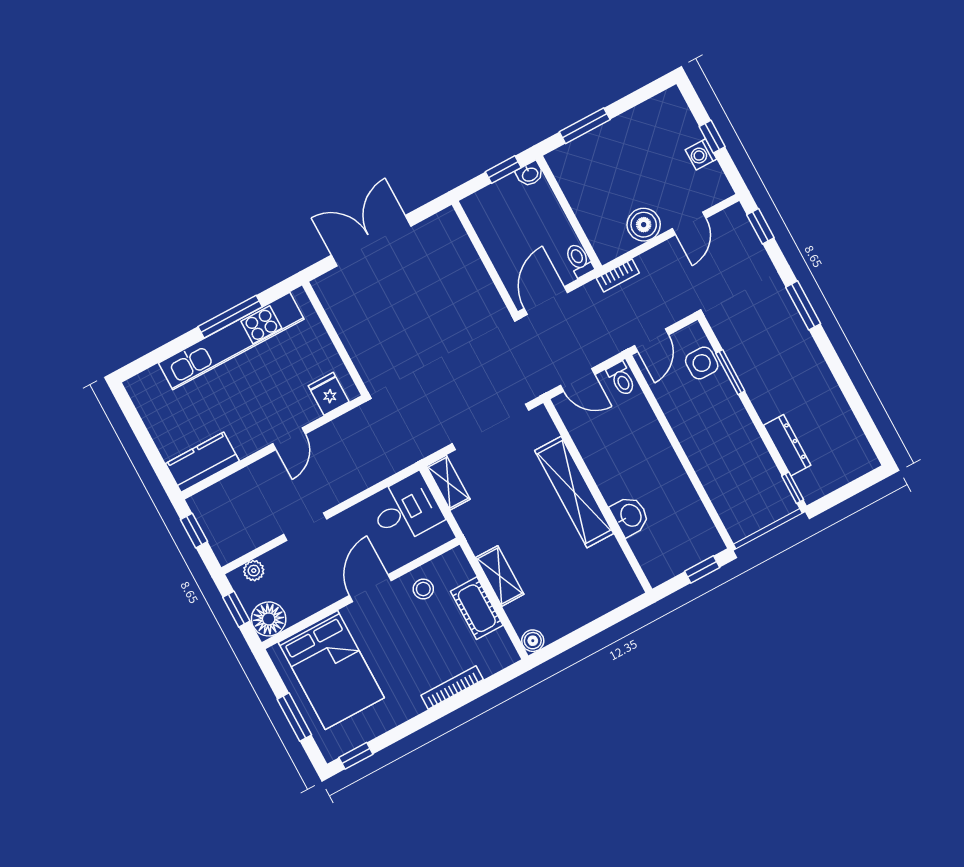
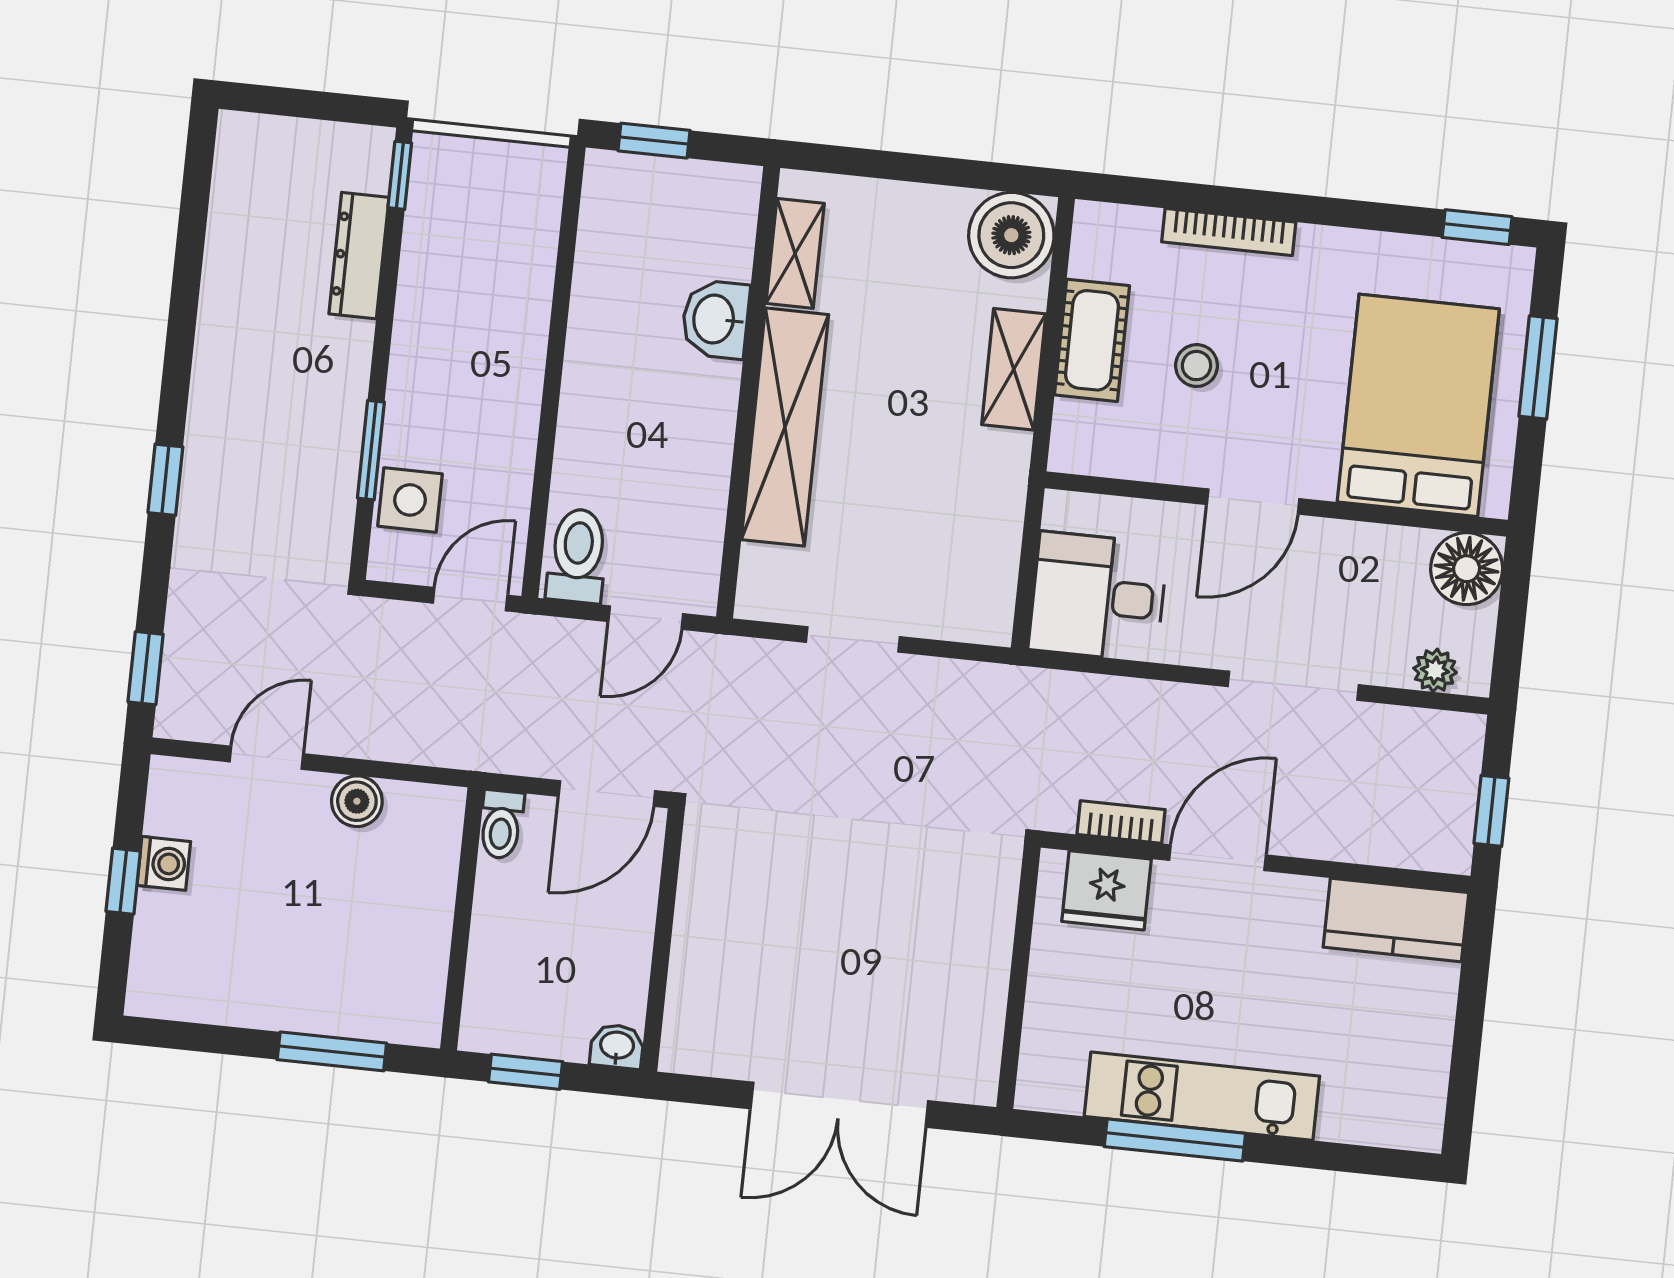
washbasin: (530, 174) -> (617, 1046), moved
boiler: (644, 225) -> (357, 801), width x0.73, depth x0.73
bookcase: (618, 275) -> (1121, 822), moved
window: (803, 305) -> (165, 480), width x0.67
kitchen unit: (231, 341) -> (1202, 1096), width x0.73
toilet: (621, 379) -> (577, 556), width x1.37, depth x1.39
door: (578, 380) -> (646, 618), swing flipped
fridge: (329, 394) -> (1107, 890), width x1.38
doorway: (490, 427) -> (853, 639), width x0.53
door: (289, 439) -> (1217, 858), width x1.38
shelving: (448, 483) -> (795, 253), moved
doorway: (305, 527) -> (1293, 686), width x1.38
stool: (423, 589) -> (1197, 366), moved
window: (236, 609) -> (1511, 624), removed
boiler: (533, 641) -> (1011, 235), width x1.86, depth x1.86

